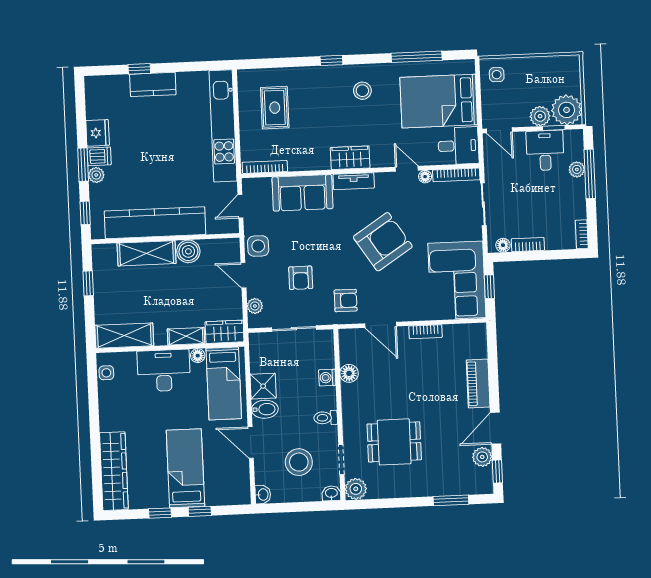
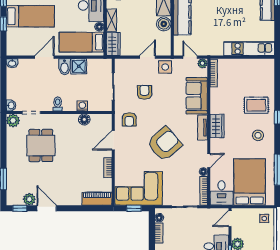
rug: (275, 108) -> (256, 105), moved
kitchen unit: (223, 126) -> (249, 49), width x0.73
armchair: (383, 242) -> (164, 144), turned -98
armchair: (301, 278) -> (144, 92), turned 90
plant: (255, 306) -> (202, 63), moved
piano: (478, 383) -> (97, 199), moved
stool: (299, 462) -> (31, 86), removed

